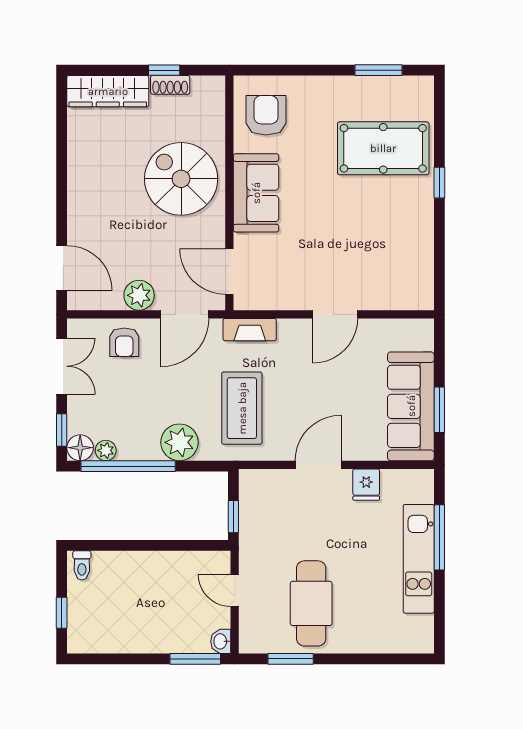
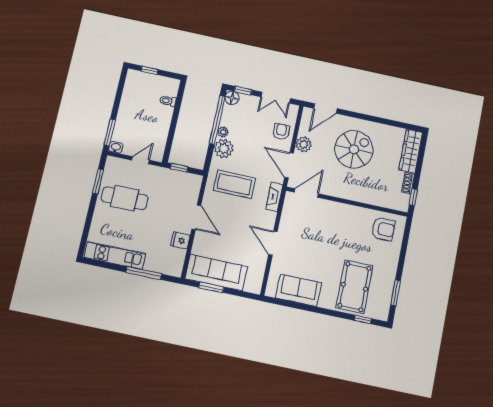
window: (164, 70) -> (413, 197), moved
spiral stairs: (181, 179) -> (354, 149), moved
window: (439, 183) -> (363, 319), moved
sofa: (256, 193) -> (298, 290), moved, turned 180
armchair: (124, 342) -> (281, 132), turned 87
plant: (106, 450) -> (223, 132), moved
kitchen unit: (419, 559) -> (115, 255), moved
toilet: (82, 565) -> (168, 101), moved

